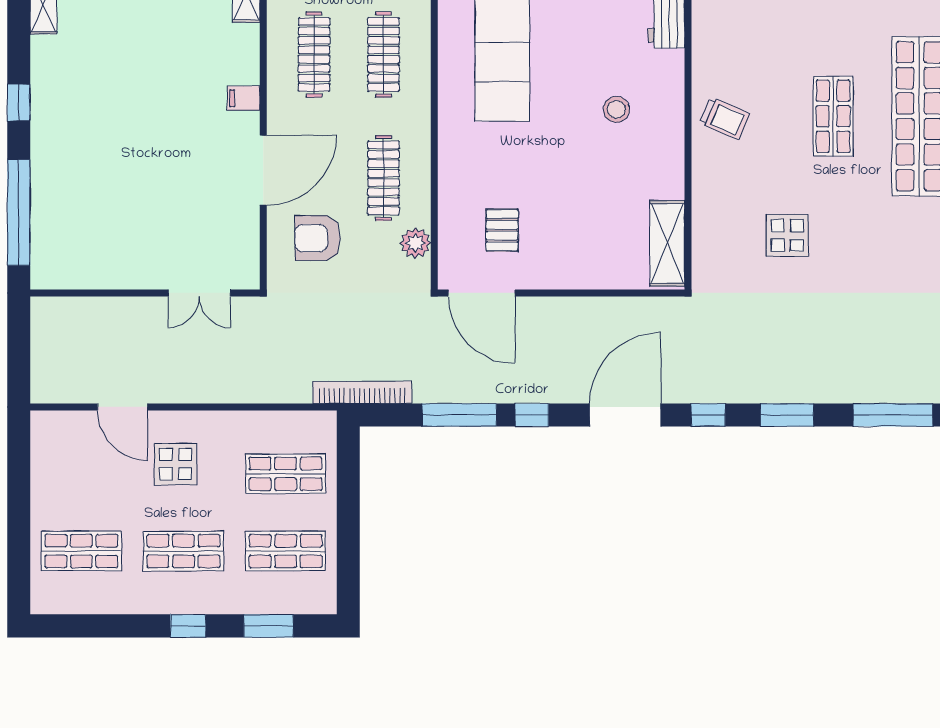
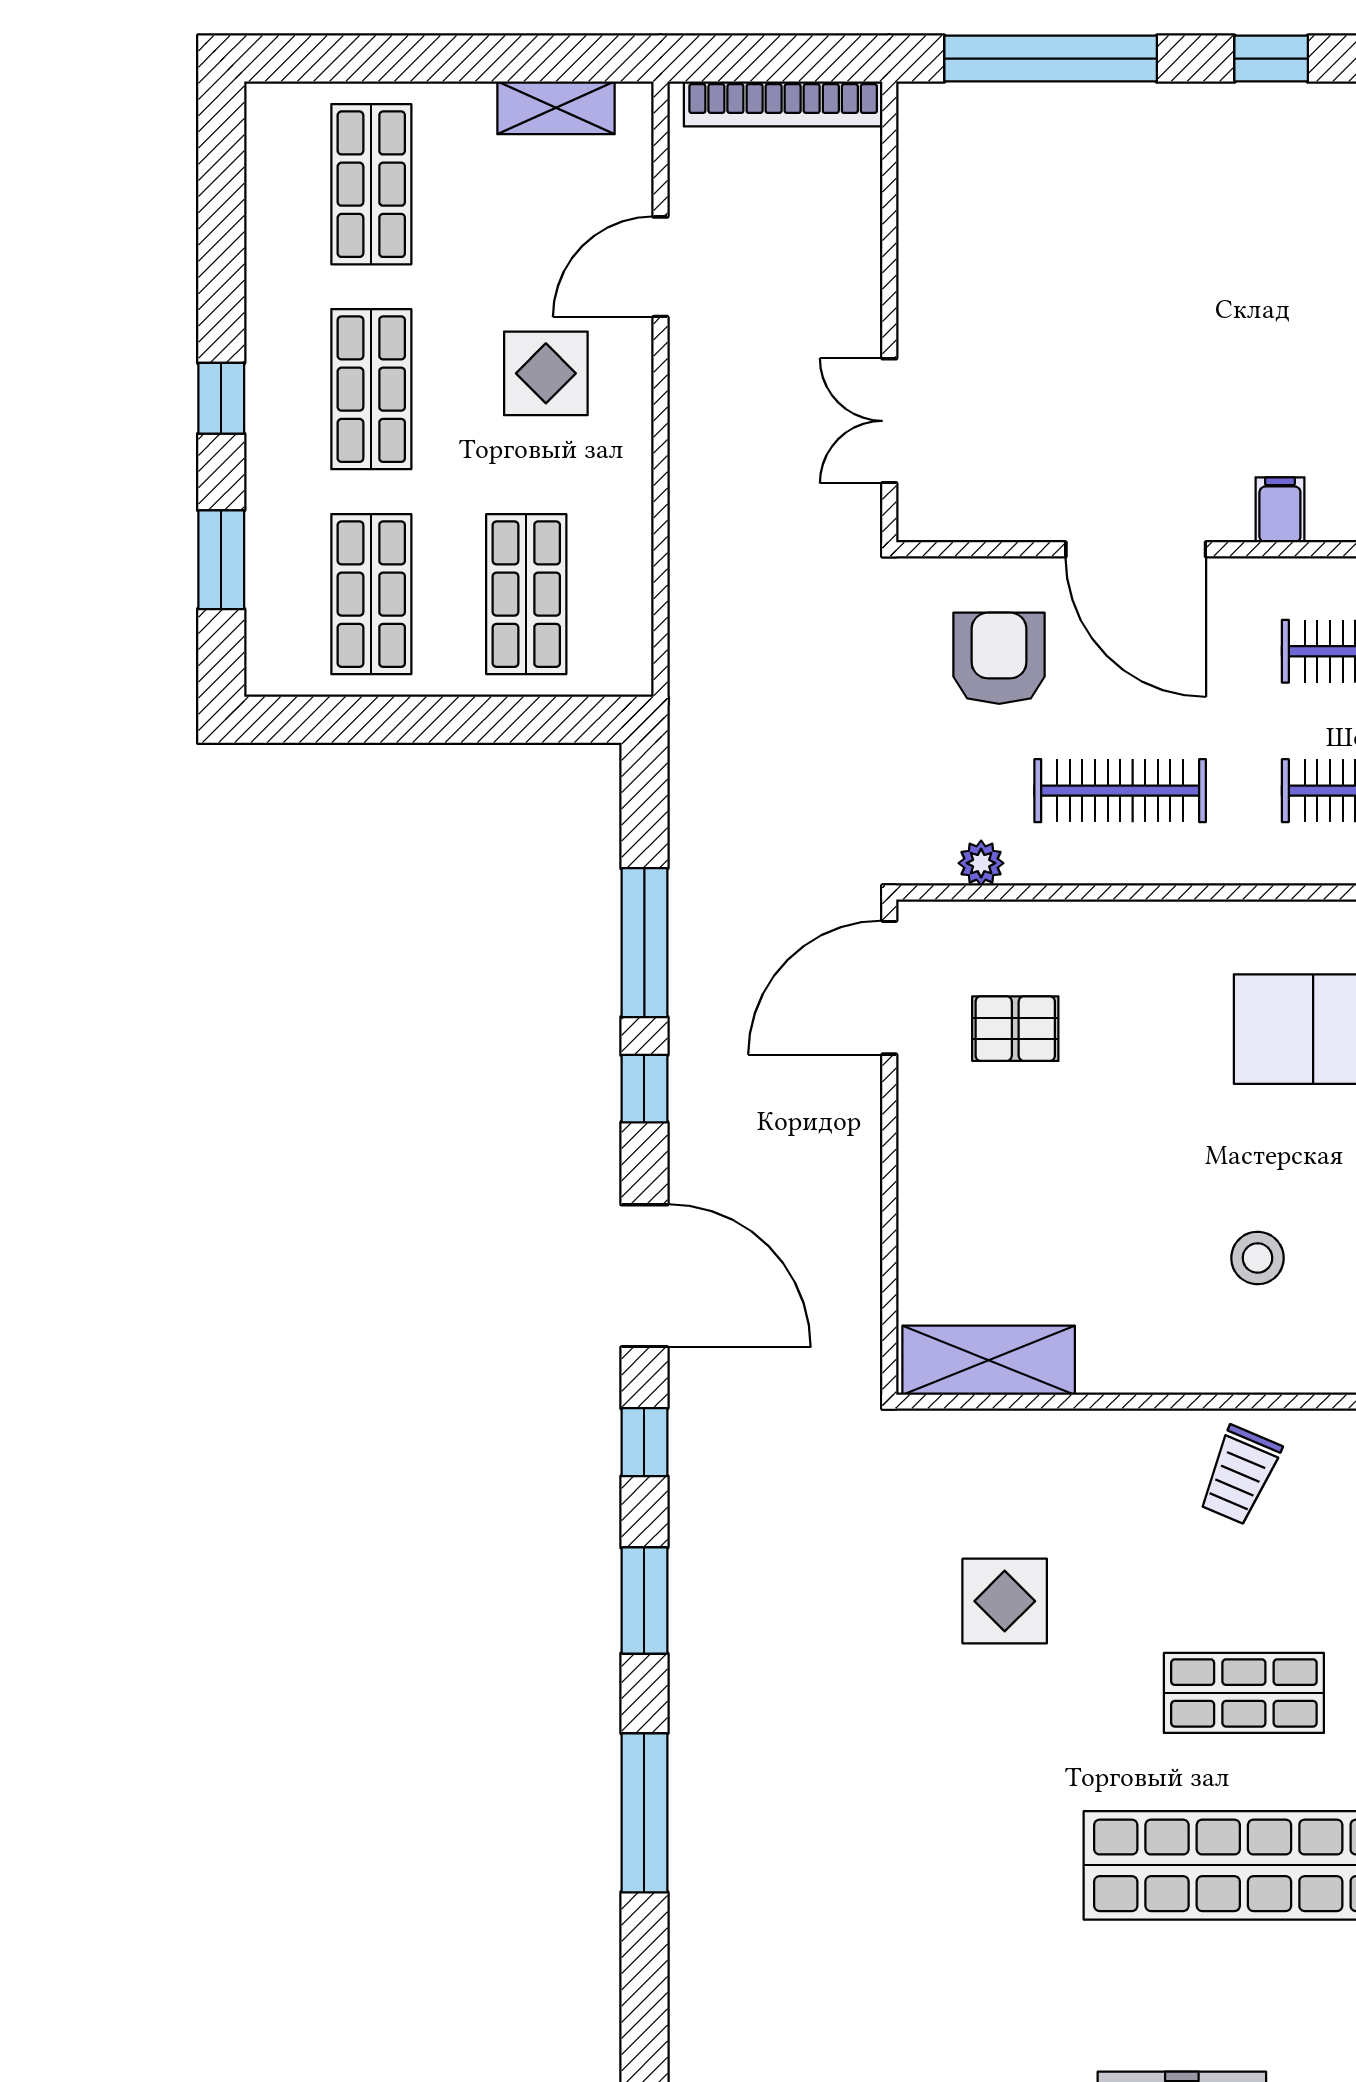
plant: (415, 243) -> (981, 863), width x0.73, depth x0.73
bookcase: (362, 392) -> (783, 104), moved, turned 90
shelving: (43, 459) -> (556, 108), added

